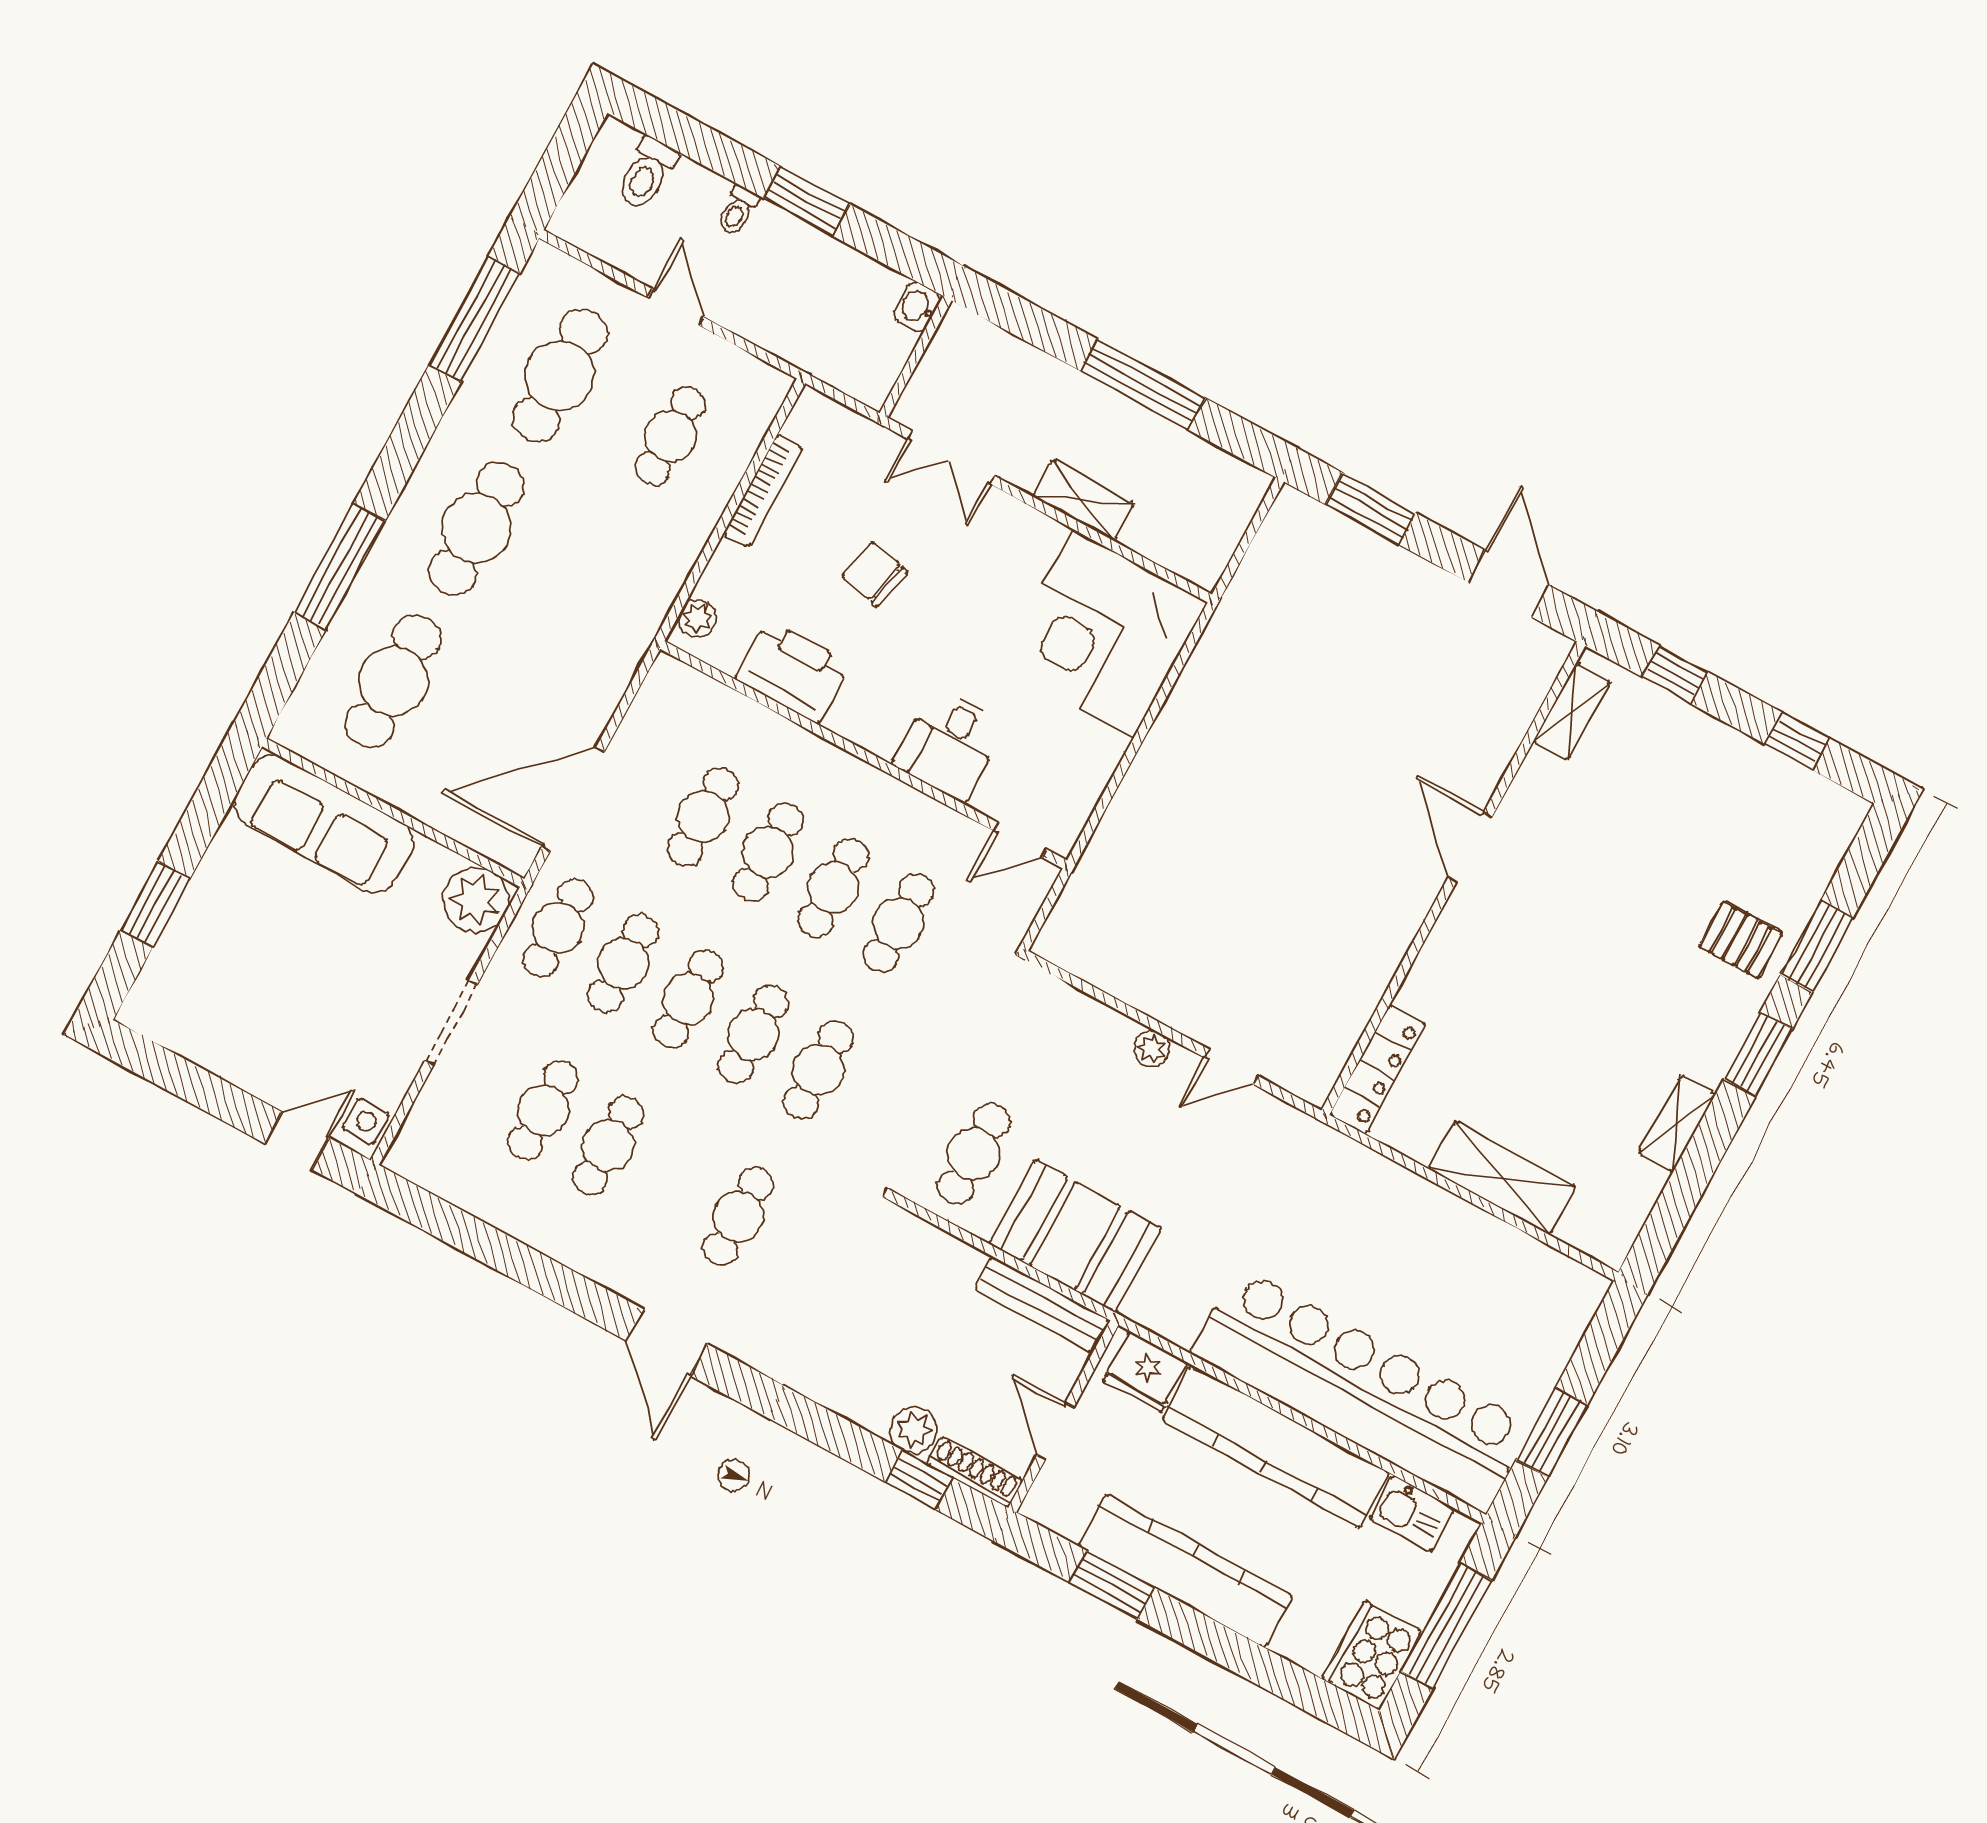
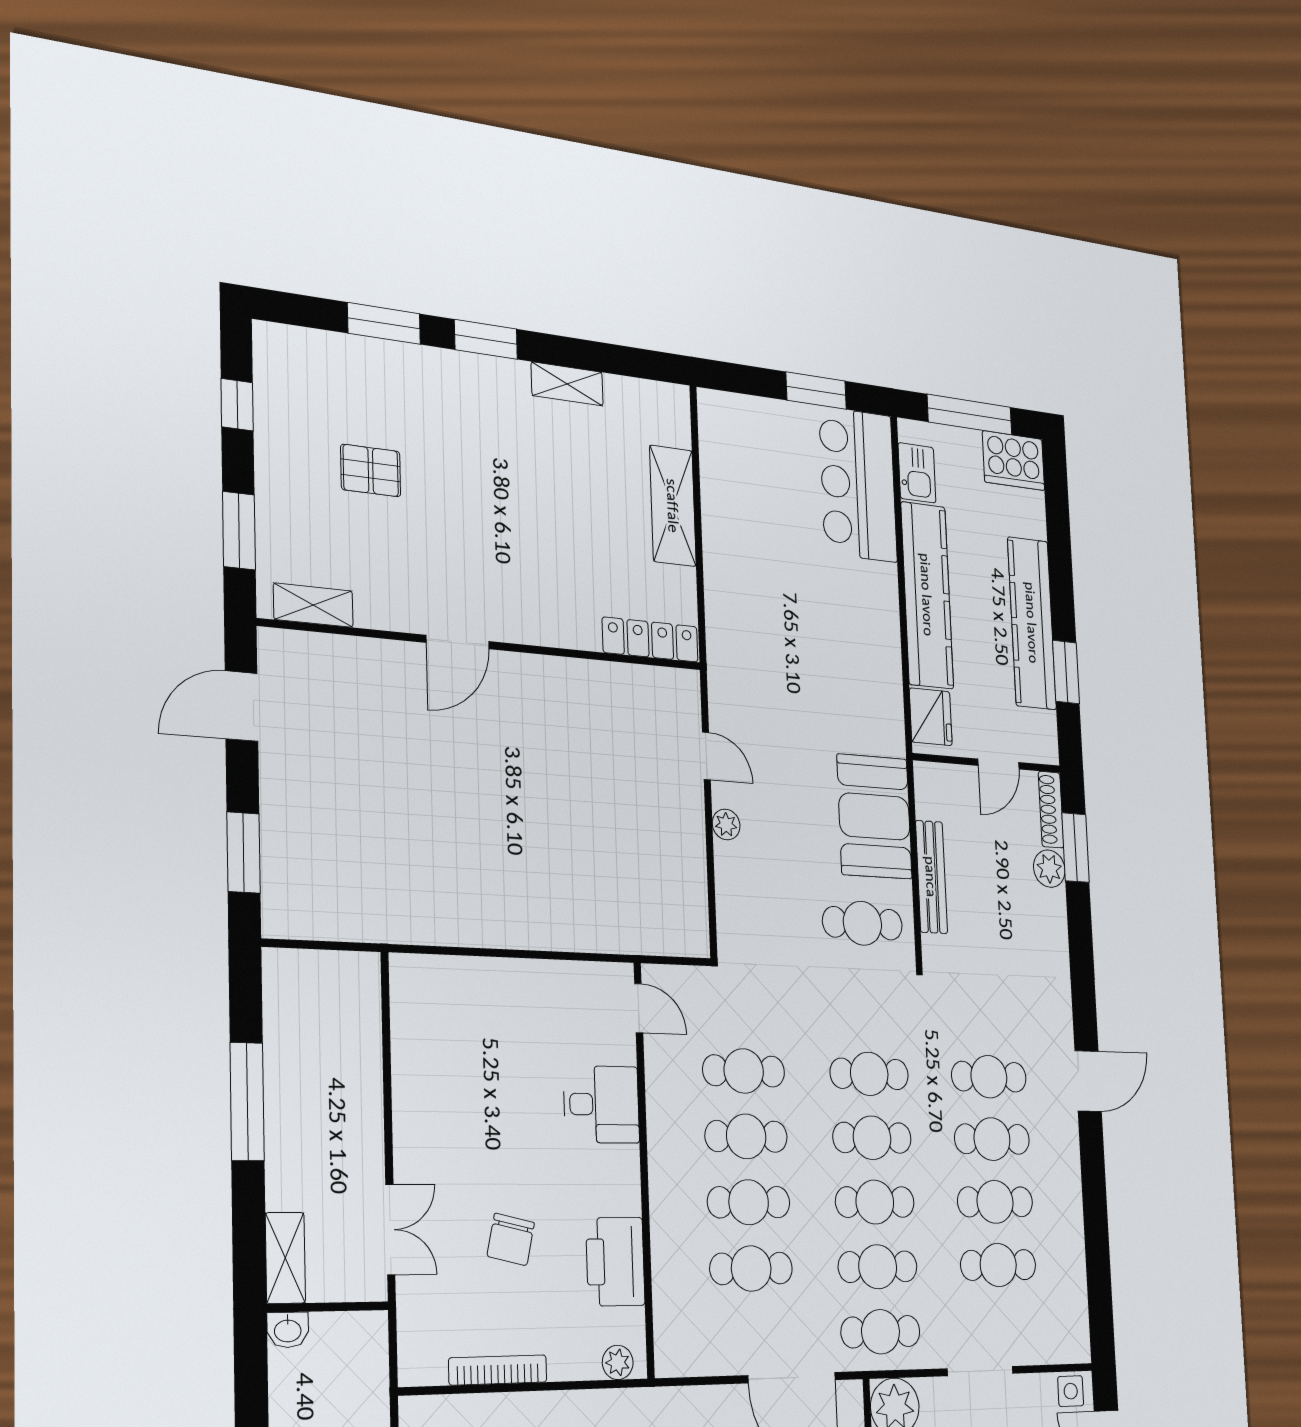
shelving: (1083, 500) -> (285, 1258), moved
corner desk: (1103, 633) -> (457, 1026), removed
window: (1675, 675) -> (239, 531), width x1.50
pallet: (1741, 940) -> (371, 470), moved, turned 90
cafe table: (673, 1181) -> (992, 1139), added
bench: (1042, 1305) -> (931, 877), moved
bar counter: (1362, 1390) -> (858, 484), width x0.54
window: (919, 1480) -> (1076, 848), width x1.50

